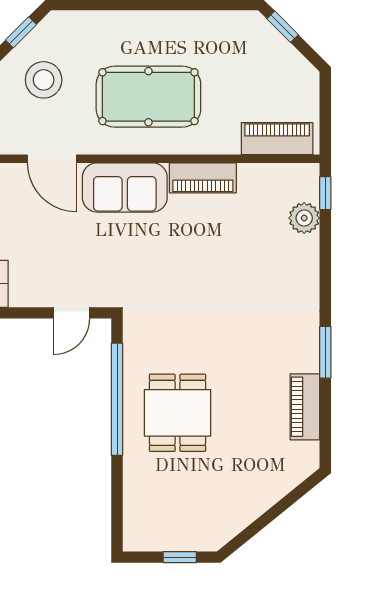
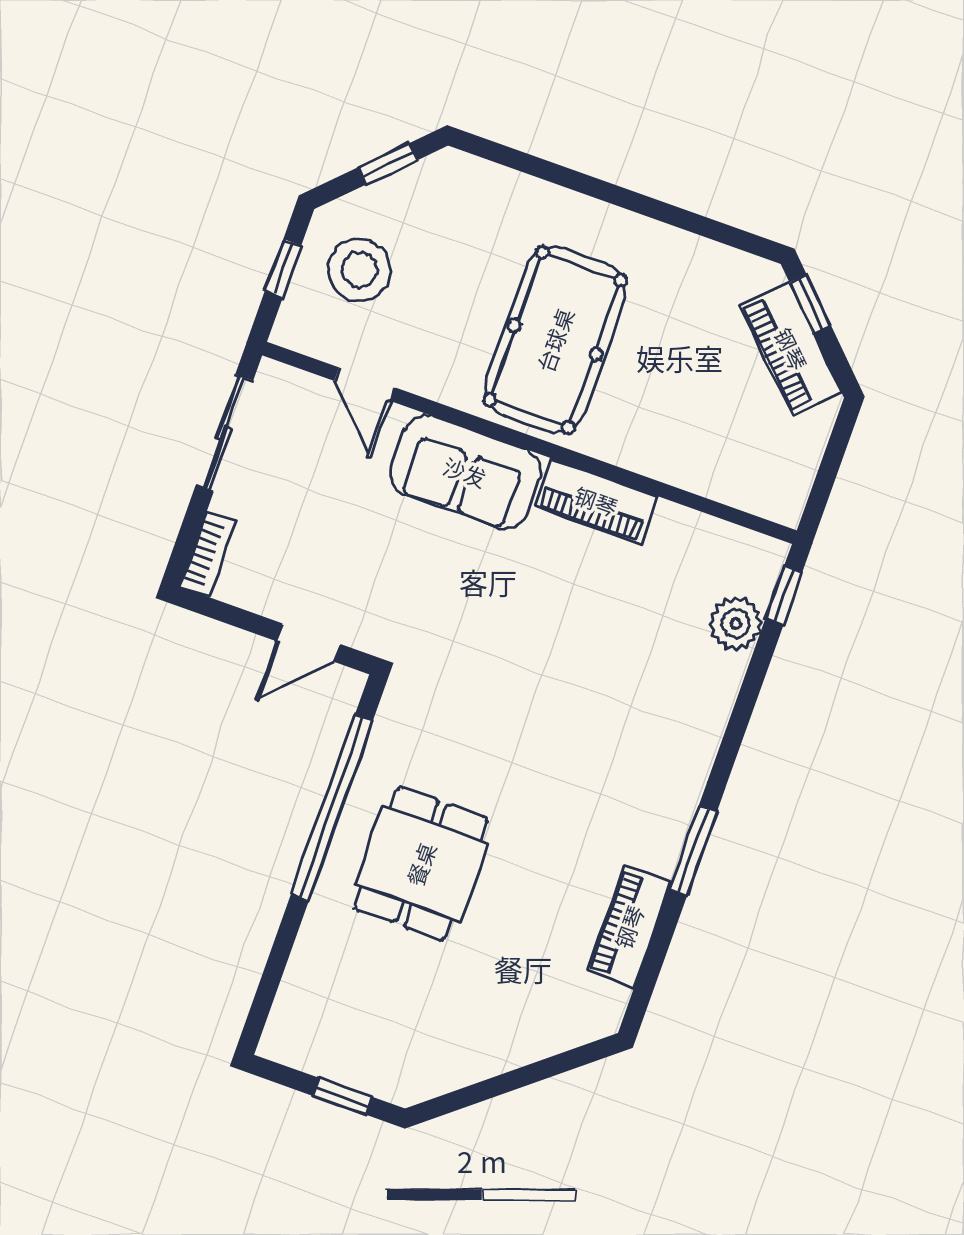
stool: (44, 80) -> (359, 270), moved
pool table: (148, 97) -> (555, 340), turned 90
piano: (277, 139) -> (791, 349), moved, turned -135
door: (52, 159) -> (365, 384), width x0.73

